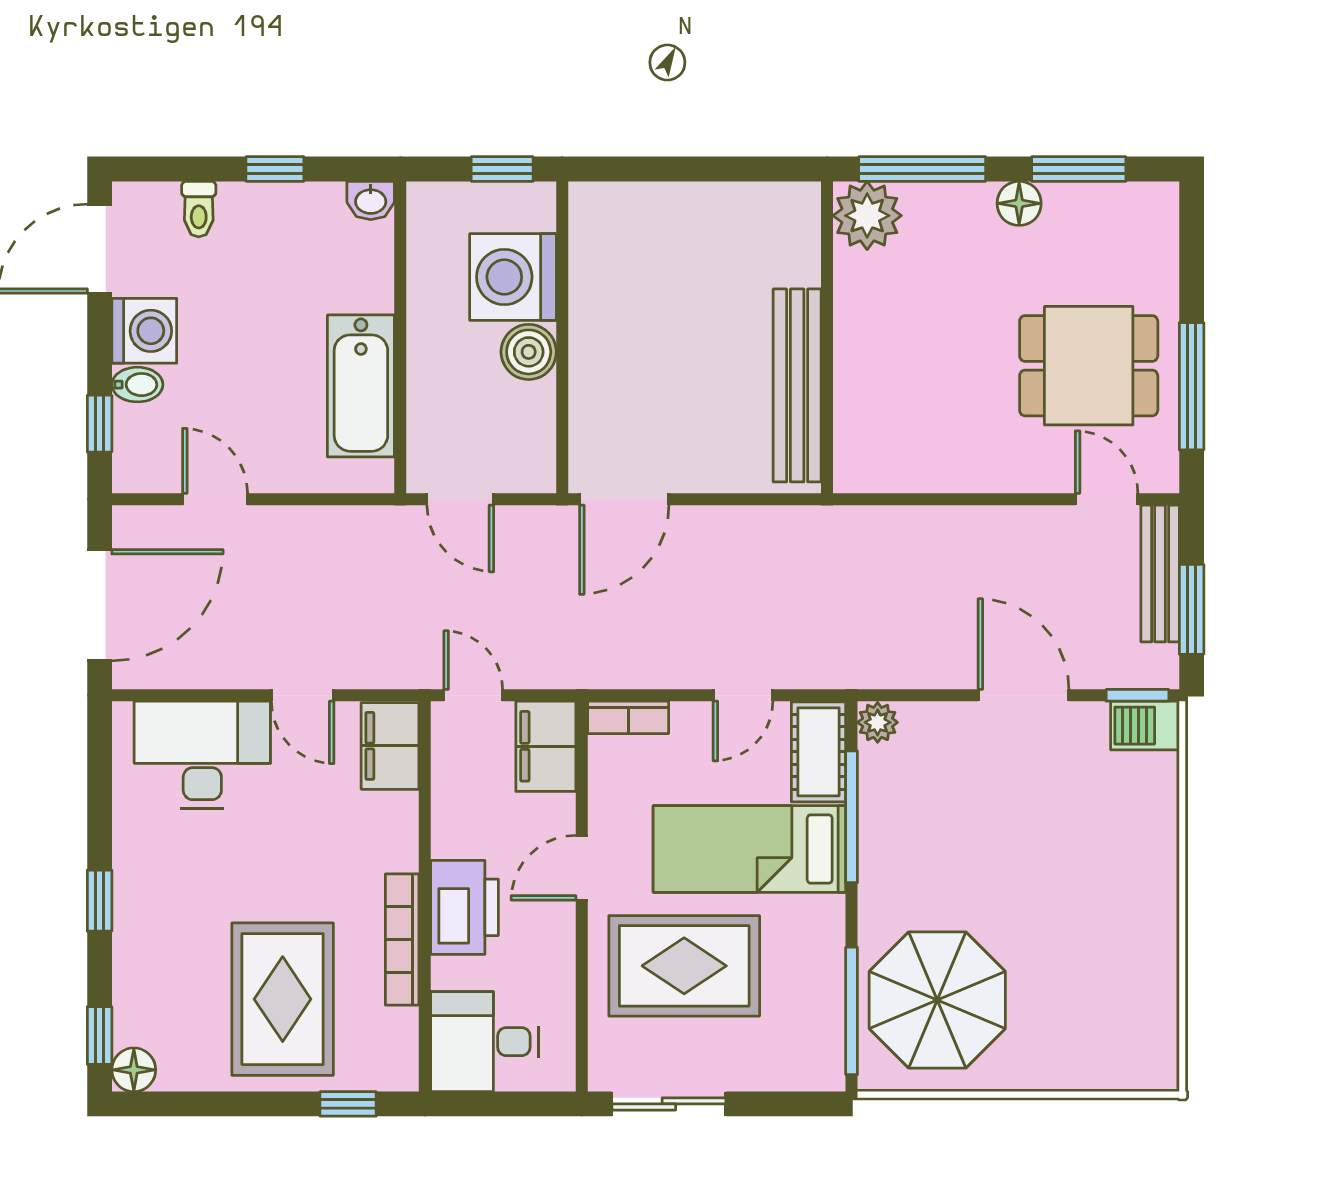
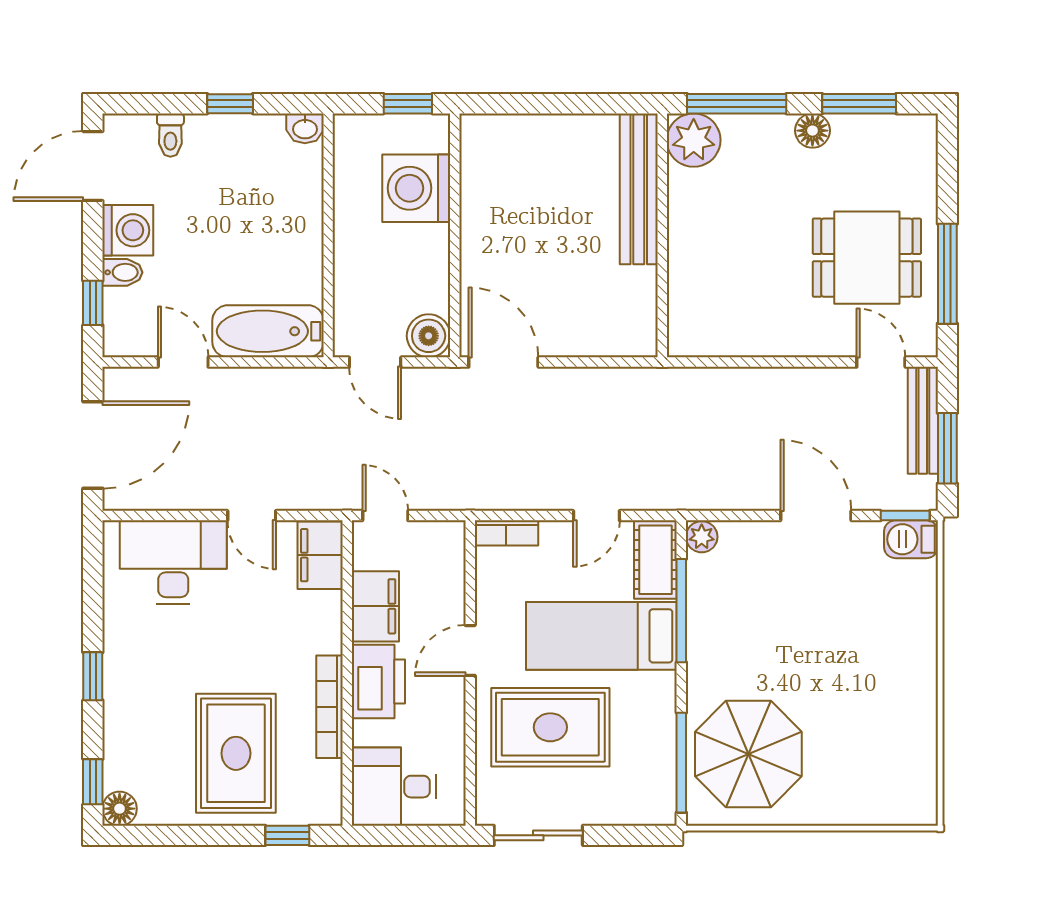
boiler: (529, 352) -> (429, 336), moved
bench: (797, 385) -> (639, 189), moved
bathtub: (361, 386) -> (268, 331), moved, turned 90
door: (624, 499) -> (503, 362), swing flipped
filing cabinet: (546, 746) -> (375, 606), moved, turned 180

